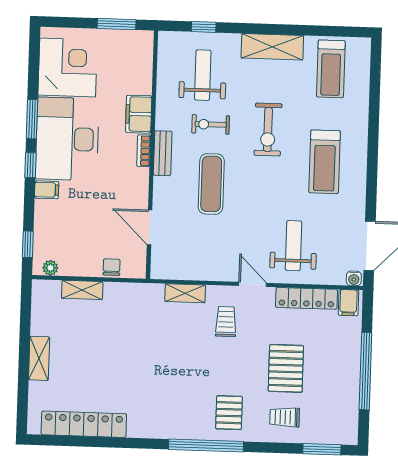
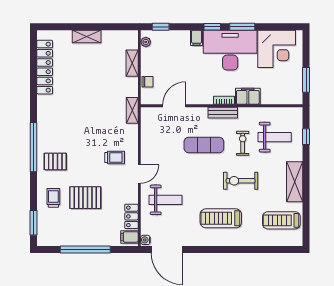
shelving: (185, 293) -> (132, 110), moved
locker: (307, 298) -> (131, 216), width x0.66

